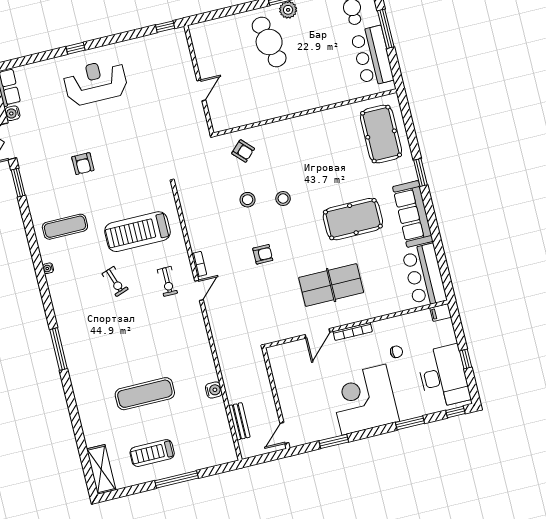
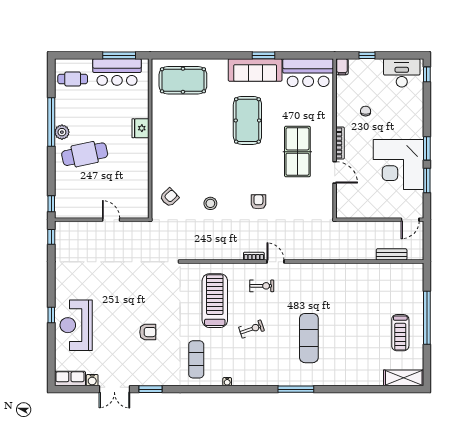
window: (203, 17) -> (51, 204), added
window: (386, 29) -> (119, 55), moved
reception desk: (96, 82) -> (76, 325), moved
fridge: (314, 99) -> (140, 128), added
window: (420, 172) -> (264, 55), moved
stool: (283, 198) -> (216, 174), removed
treadmill: (137, 232) -> (215, 301), turned 180
window: (466, 359) -> (367, 55), moved
desk: (443, 376) -> (402, 73), width x0.73, depth x0.77
water cooler: (214, 390) -> (361, 269), removed
exercise mat: (145, 394) -> (309, 338), moved
corner desk: (364, 400) -> (399, 165), moved
window: (410, 423) -> (427, 148), moved
door: (284, 433) -> (410, 220), hinge flipped
window: (177, 479) -> (427, 318), width x1.46

